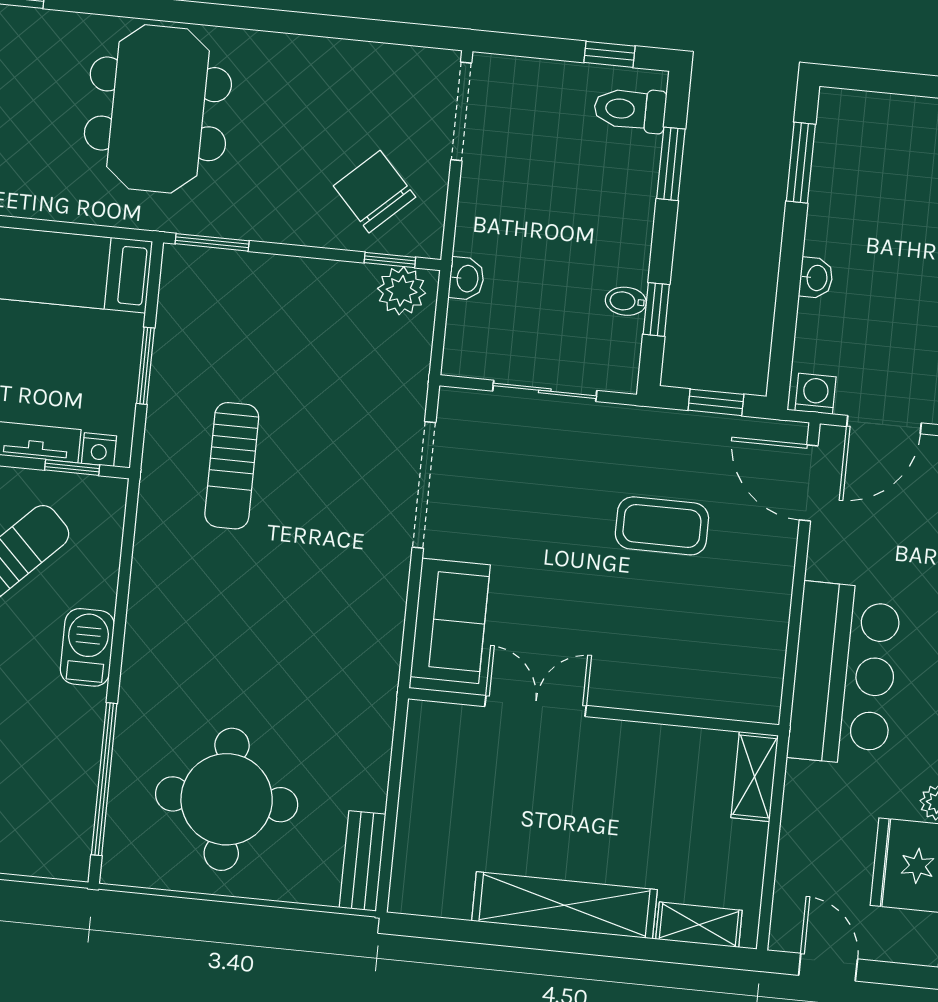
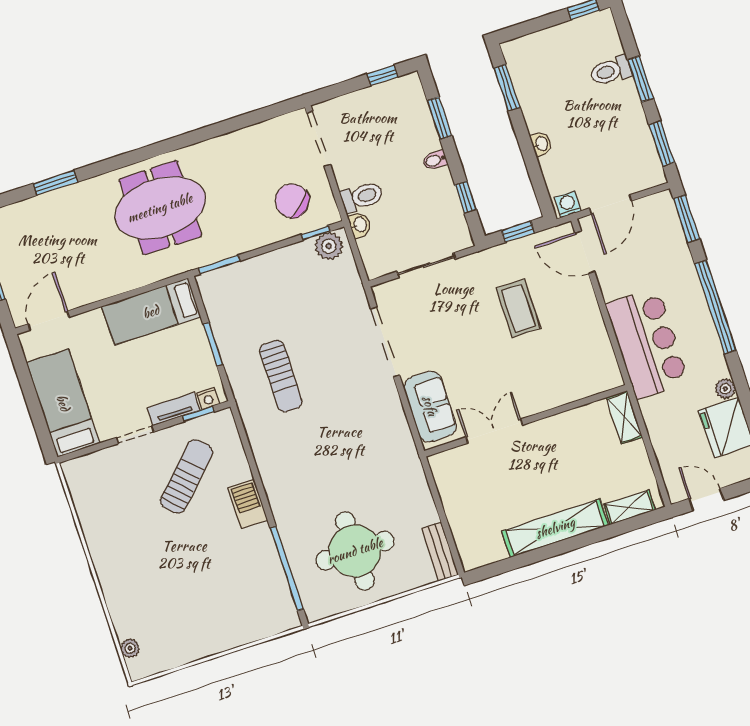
meeting table: (158, 109) -> (160, 208), turned 90
toilet: (630, 110) -> (362, 197), moved, turned 180
bidet: (626, 301) -> (435, 160), moved
coffee table: (662, 526) -> (518, 308), turned 90

